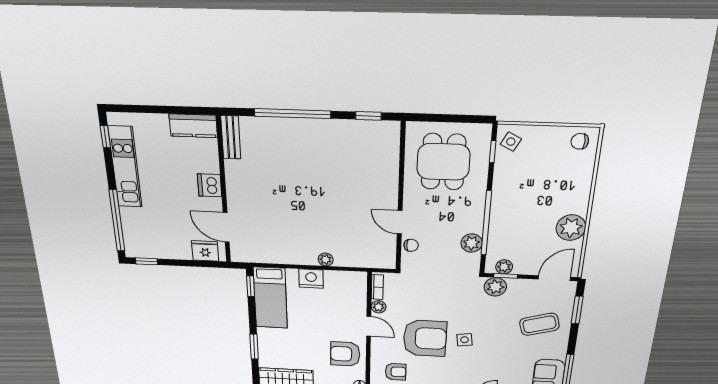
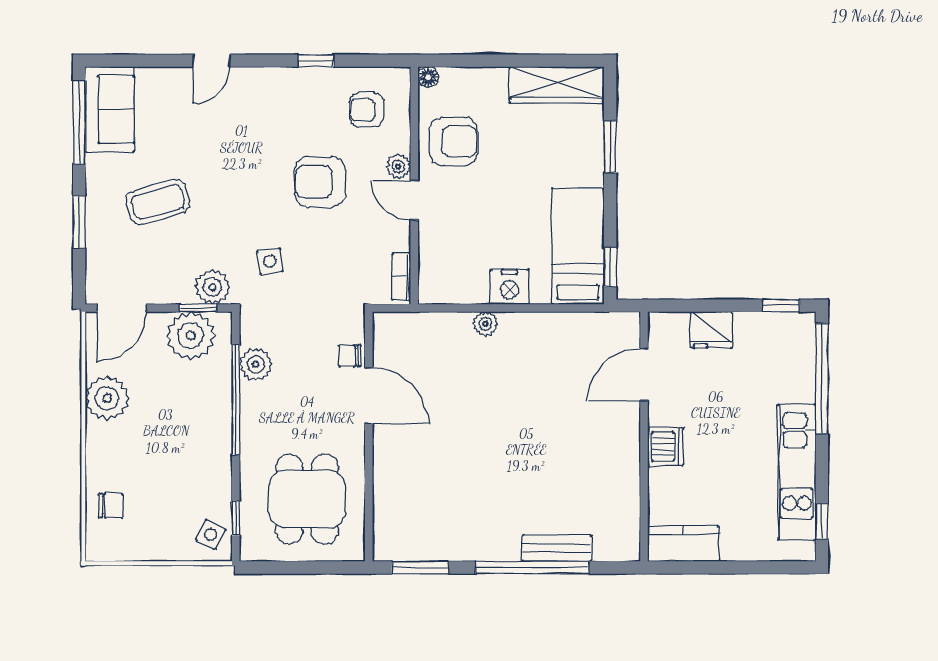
window: (368, 116) -> (420, 567), width x1.50
bench: (231, 137) -> (557, 548), moved, turned 90
chair: (580, 141) -> (111, 506), moved
door: (400, 222) -> (369, 396), width x1.38
door: (226, 227) -> (644, 374), swing flipped
fridge: (205, 251) -> (711, 330), moved
plant: (504, 267) -> (191, 336), width x1.88, depth x1.88
plant: (379, 307) -> (398, 166), moved
window: (577, 310) -> (79, 222), moved
coffee table: (539, 324) -> (158, 202), moved
armchair: (425, 338) -> (320, 182), width x0.73, depth x0.73
side table: (464, 340) -> (270, 261), moved

